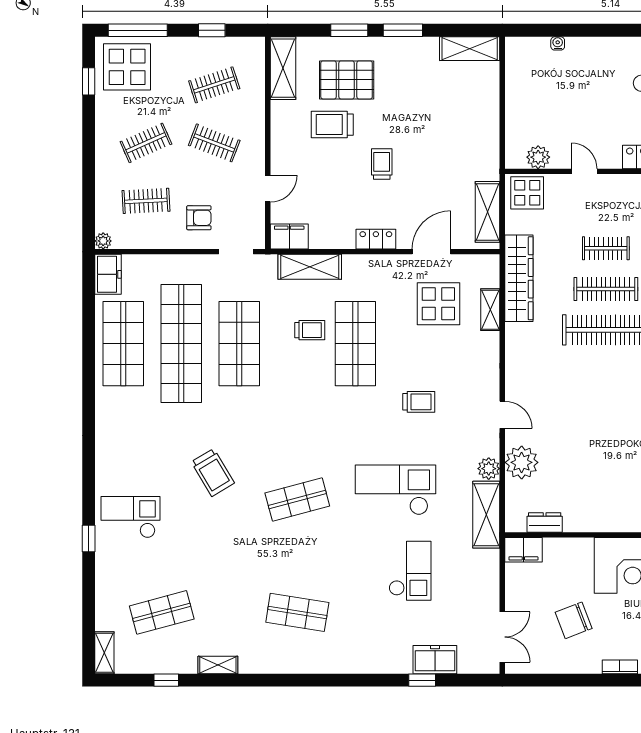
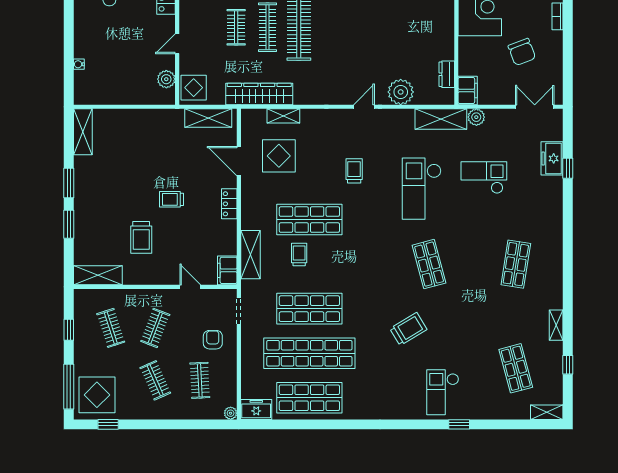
pallet: (347, 80) -> (107, 226), removed
plant: (489, 469) -> (476, 117), moved

